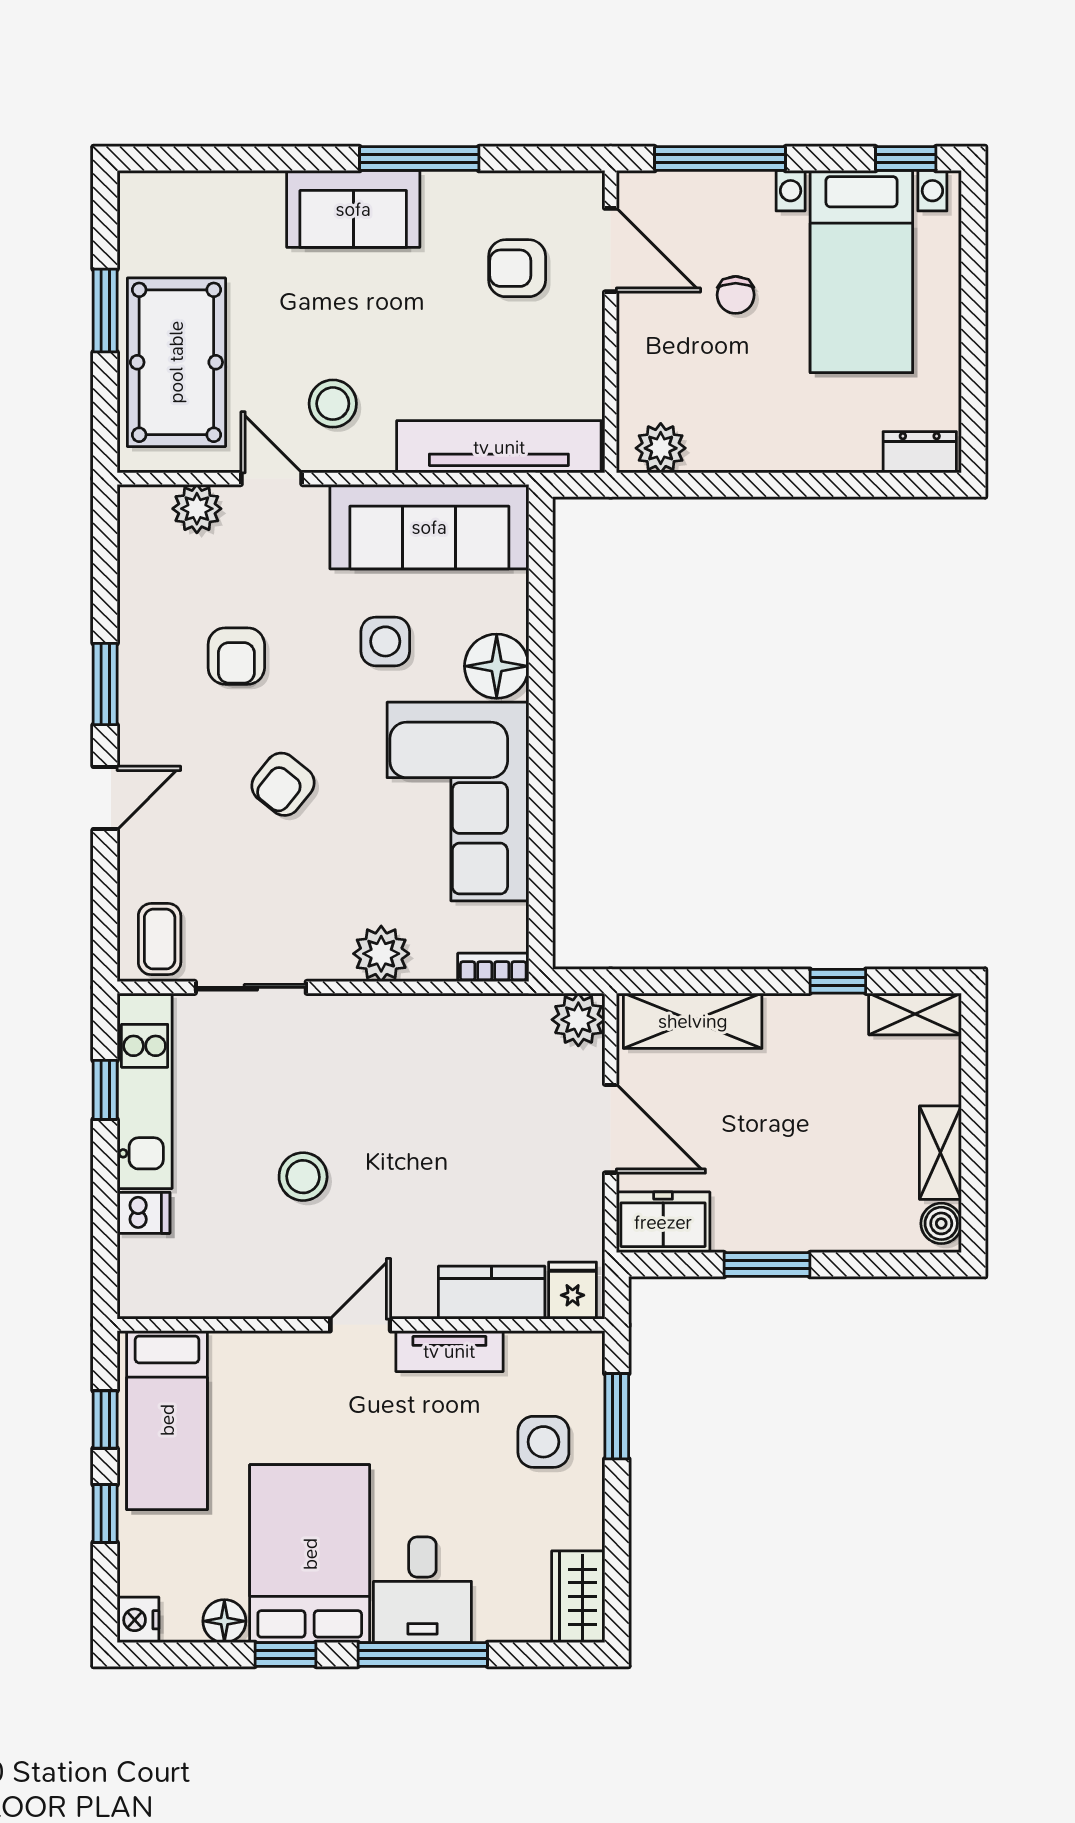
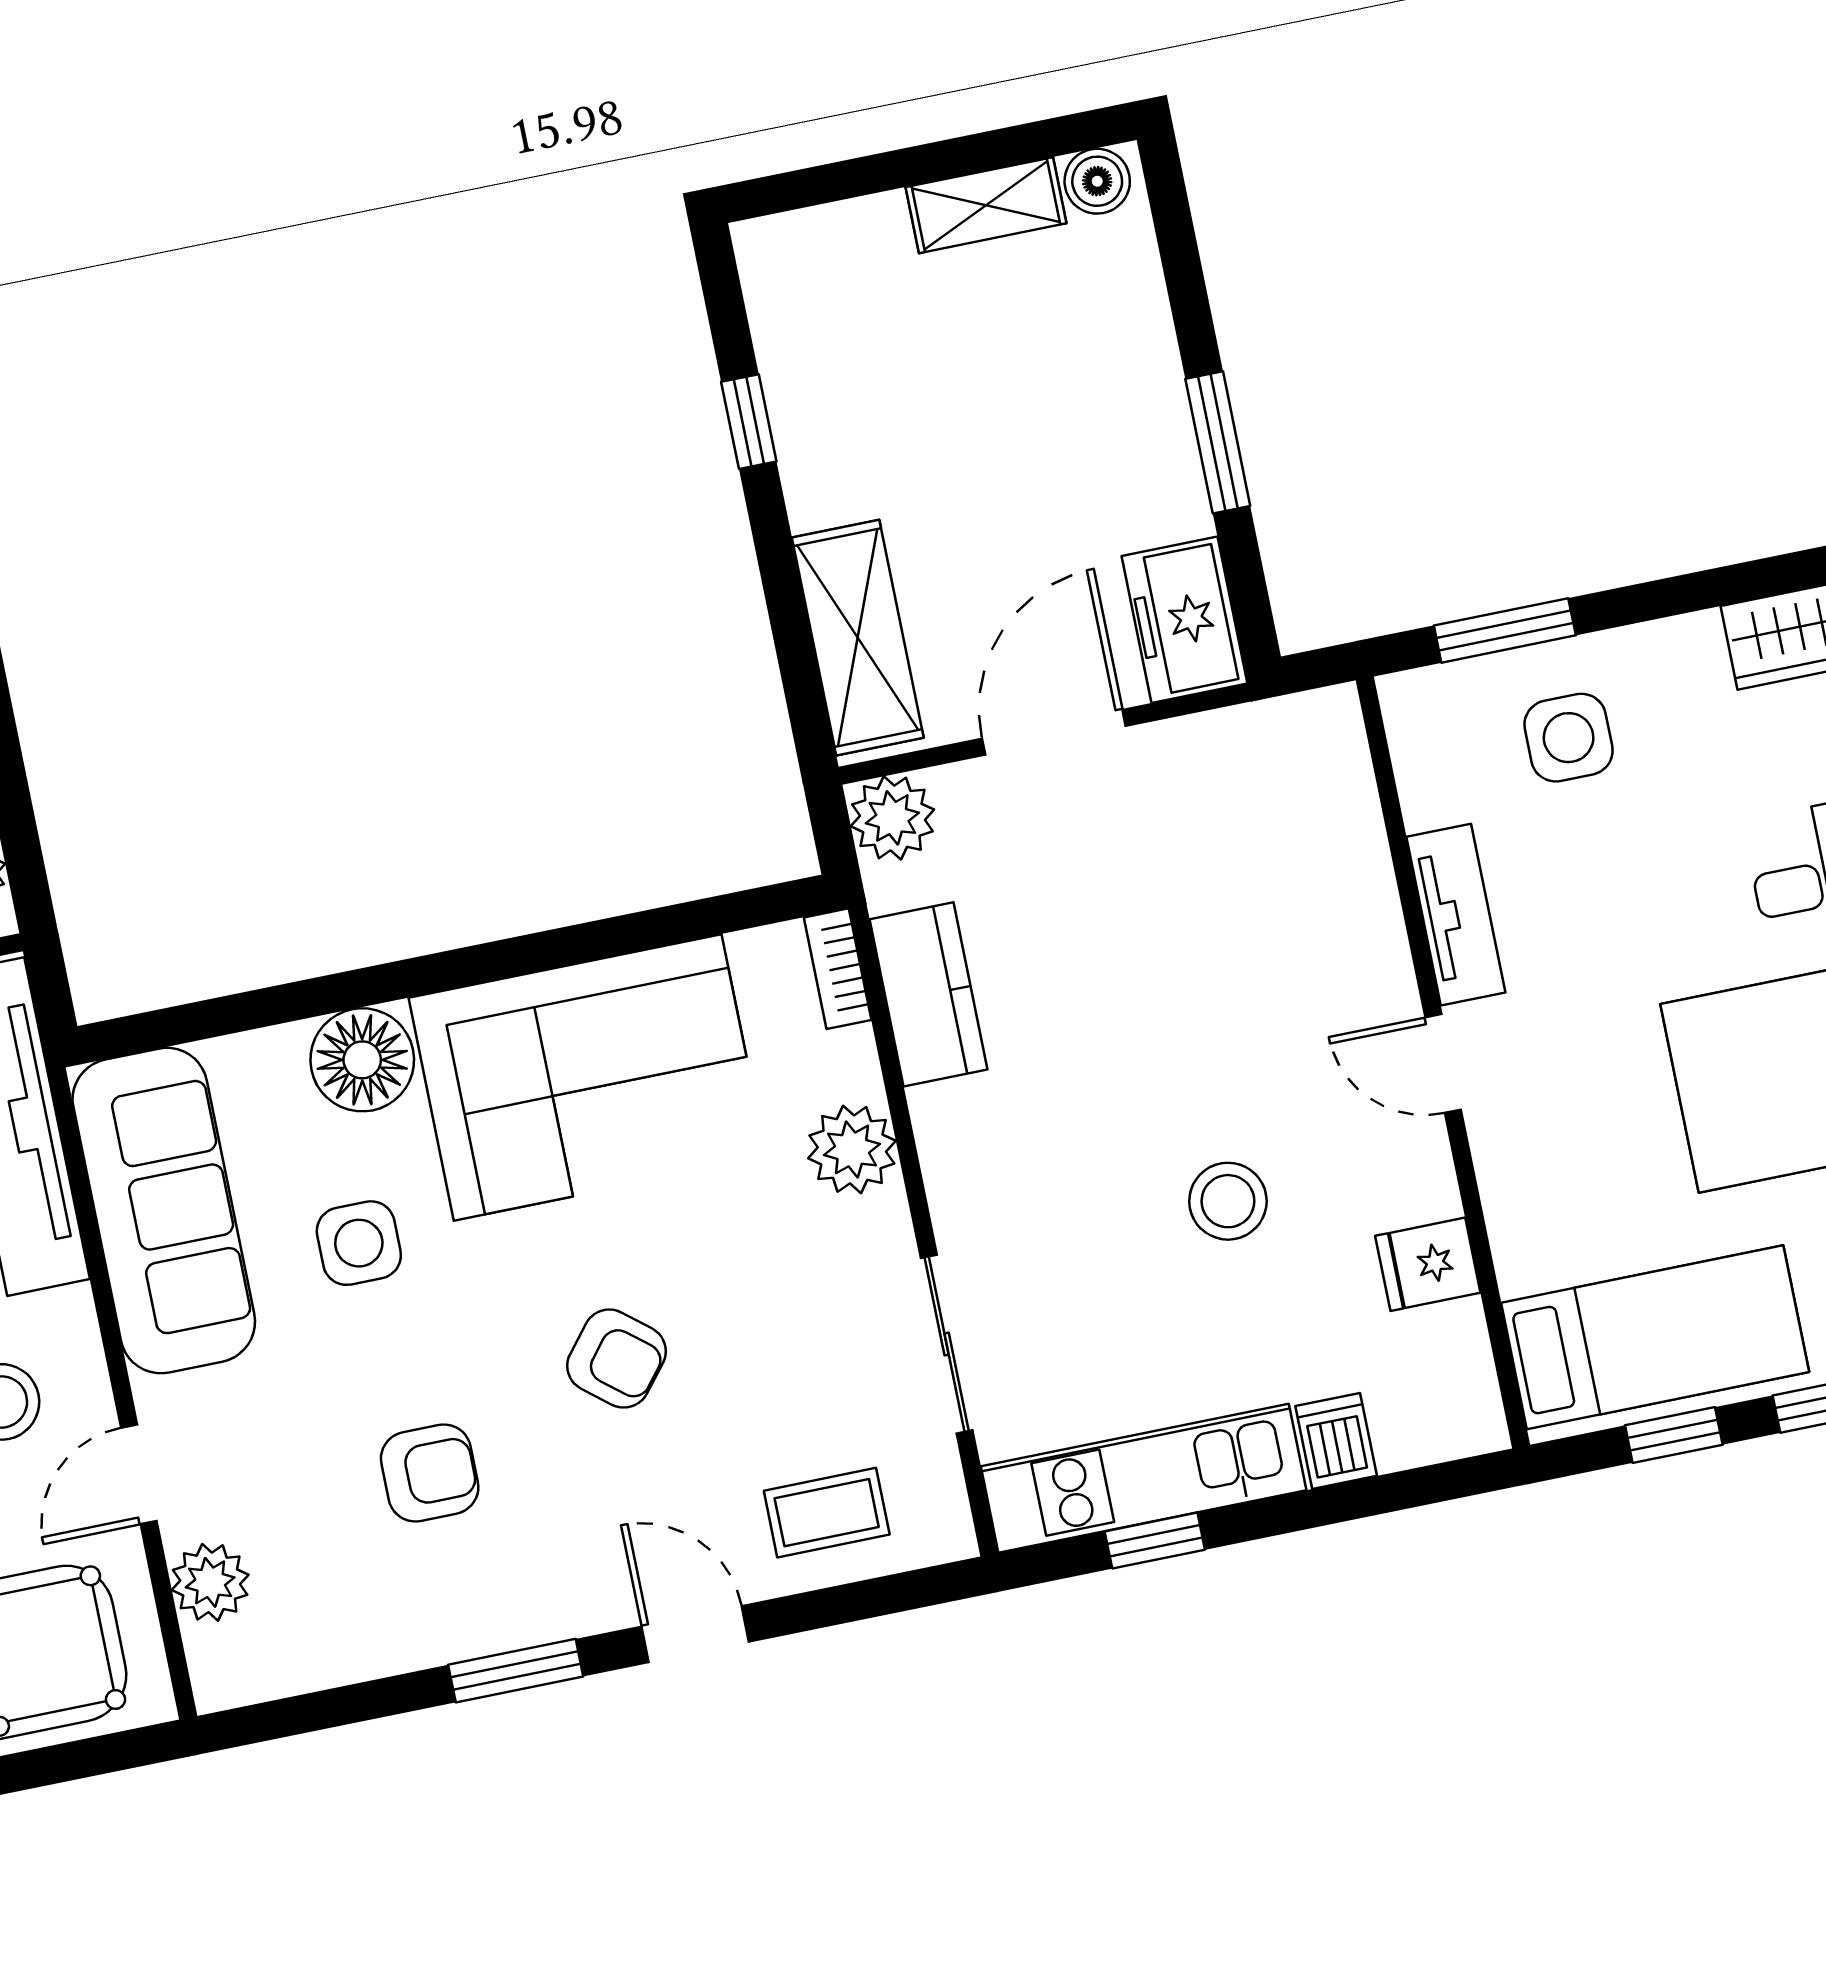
coffee table: (160, 939) -> (827, 1513), moved
shelving: (915, 1014) -> (776, 290), removed
fridge: (573, 1291) -> (1428, 1264), moved
kitchen counter: (492, 1293) -> (928, 994), moved, turned 180

